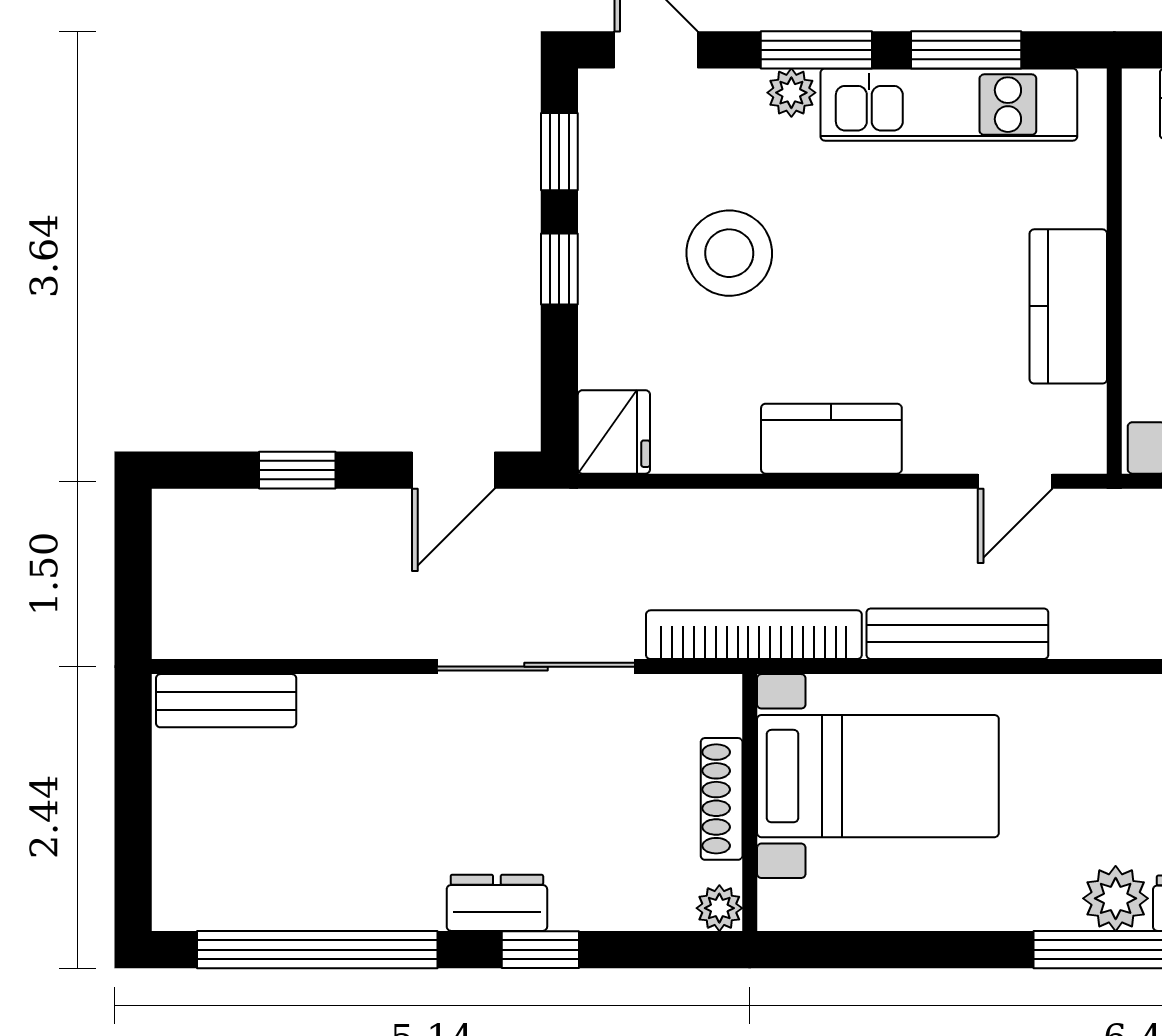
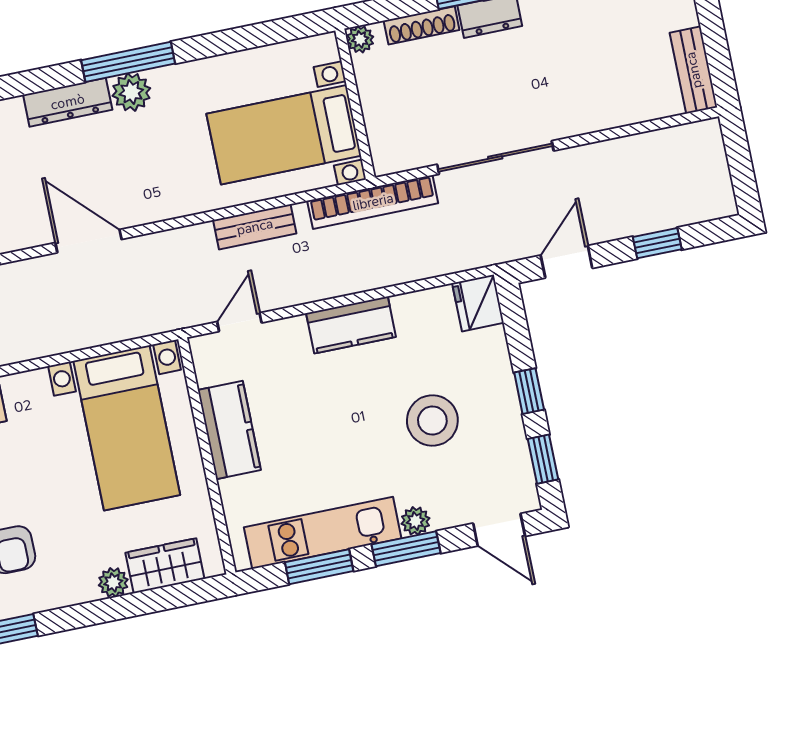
bench: (957, 634) -> (255, 227), width x0.73
bench: (226, 701) -> (694, 70), moved, turned 90
shoe rack: (722, 799) -> (422, 25), moved, turned 90

